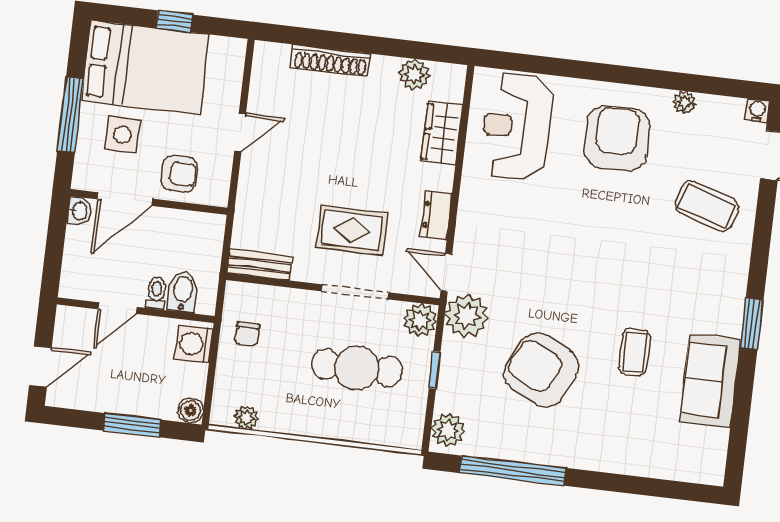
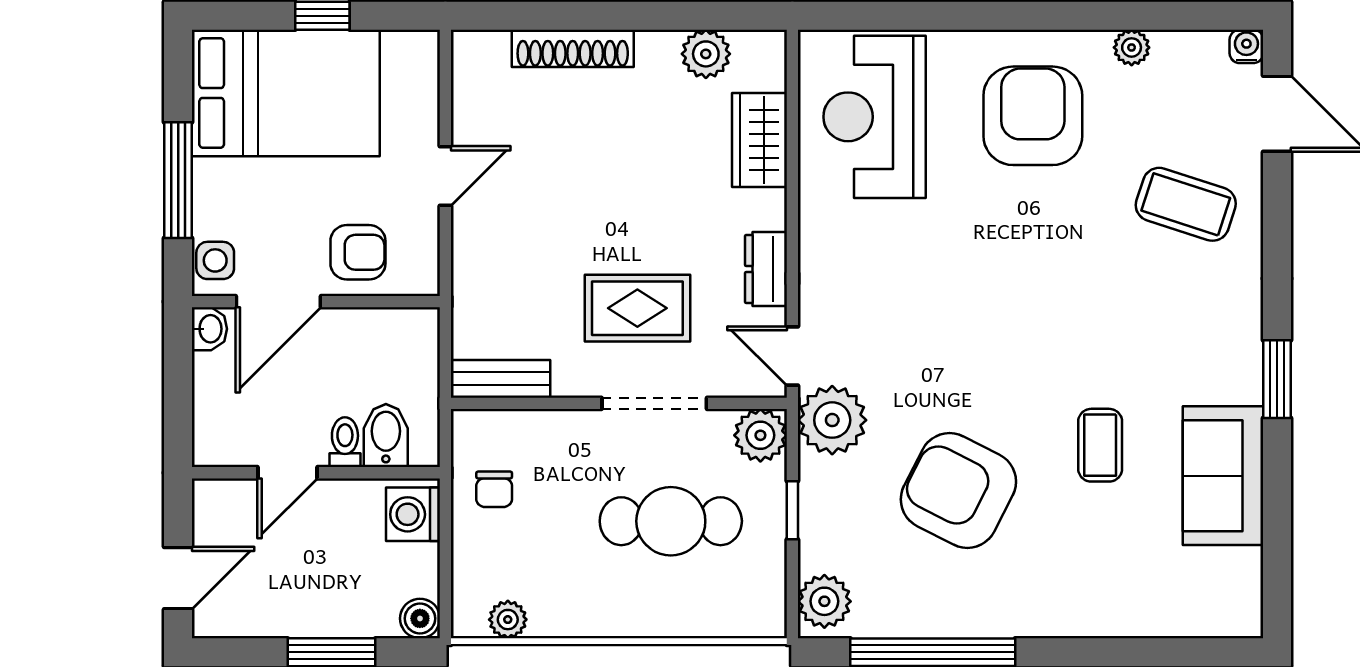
side table: (122, 135) -> (215, 260), moved, width x0.73, depth x0.73

